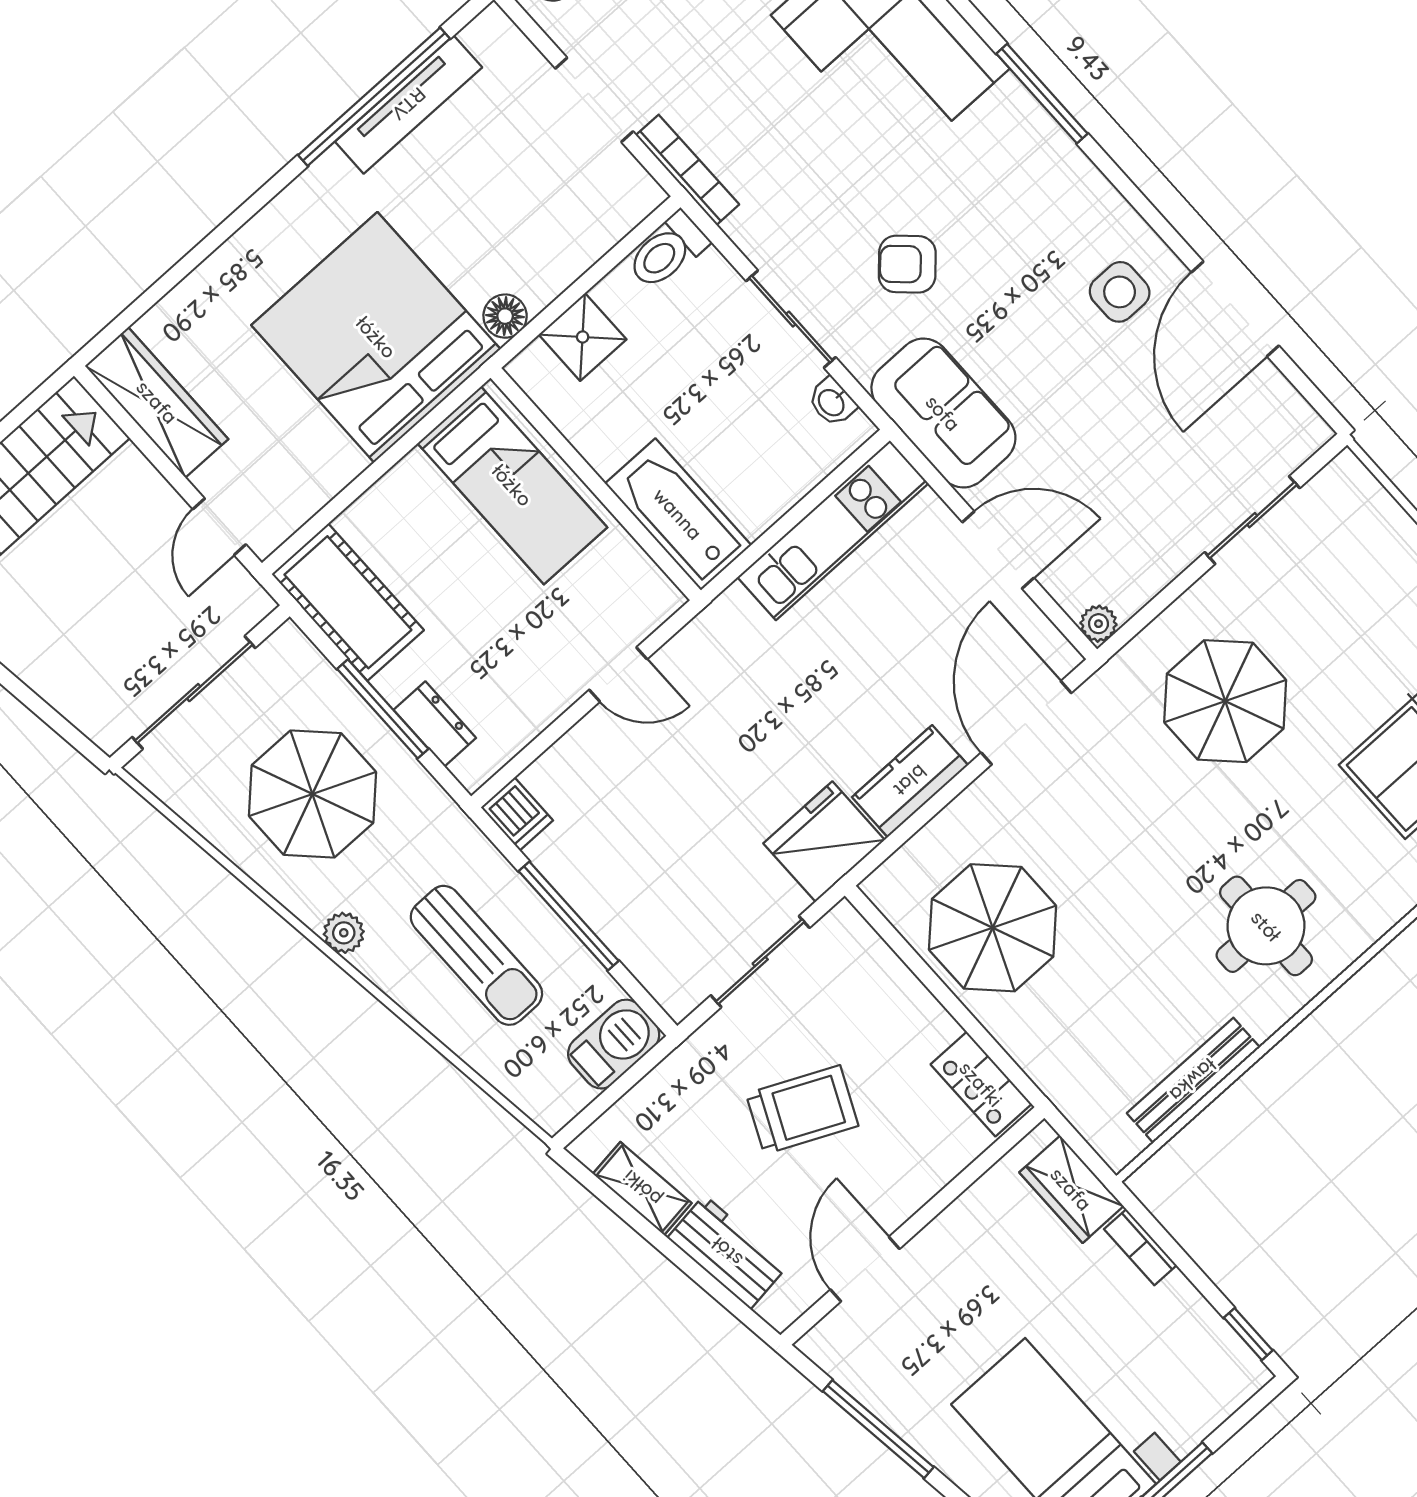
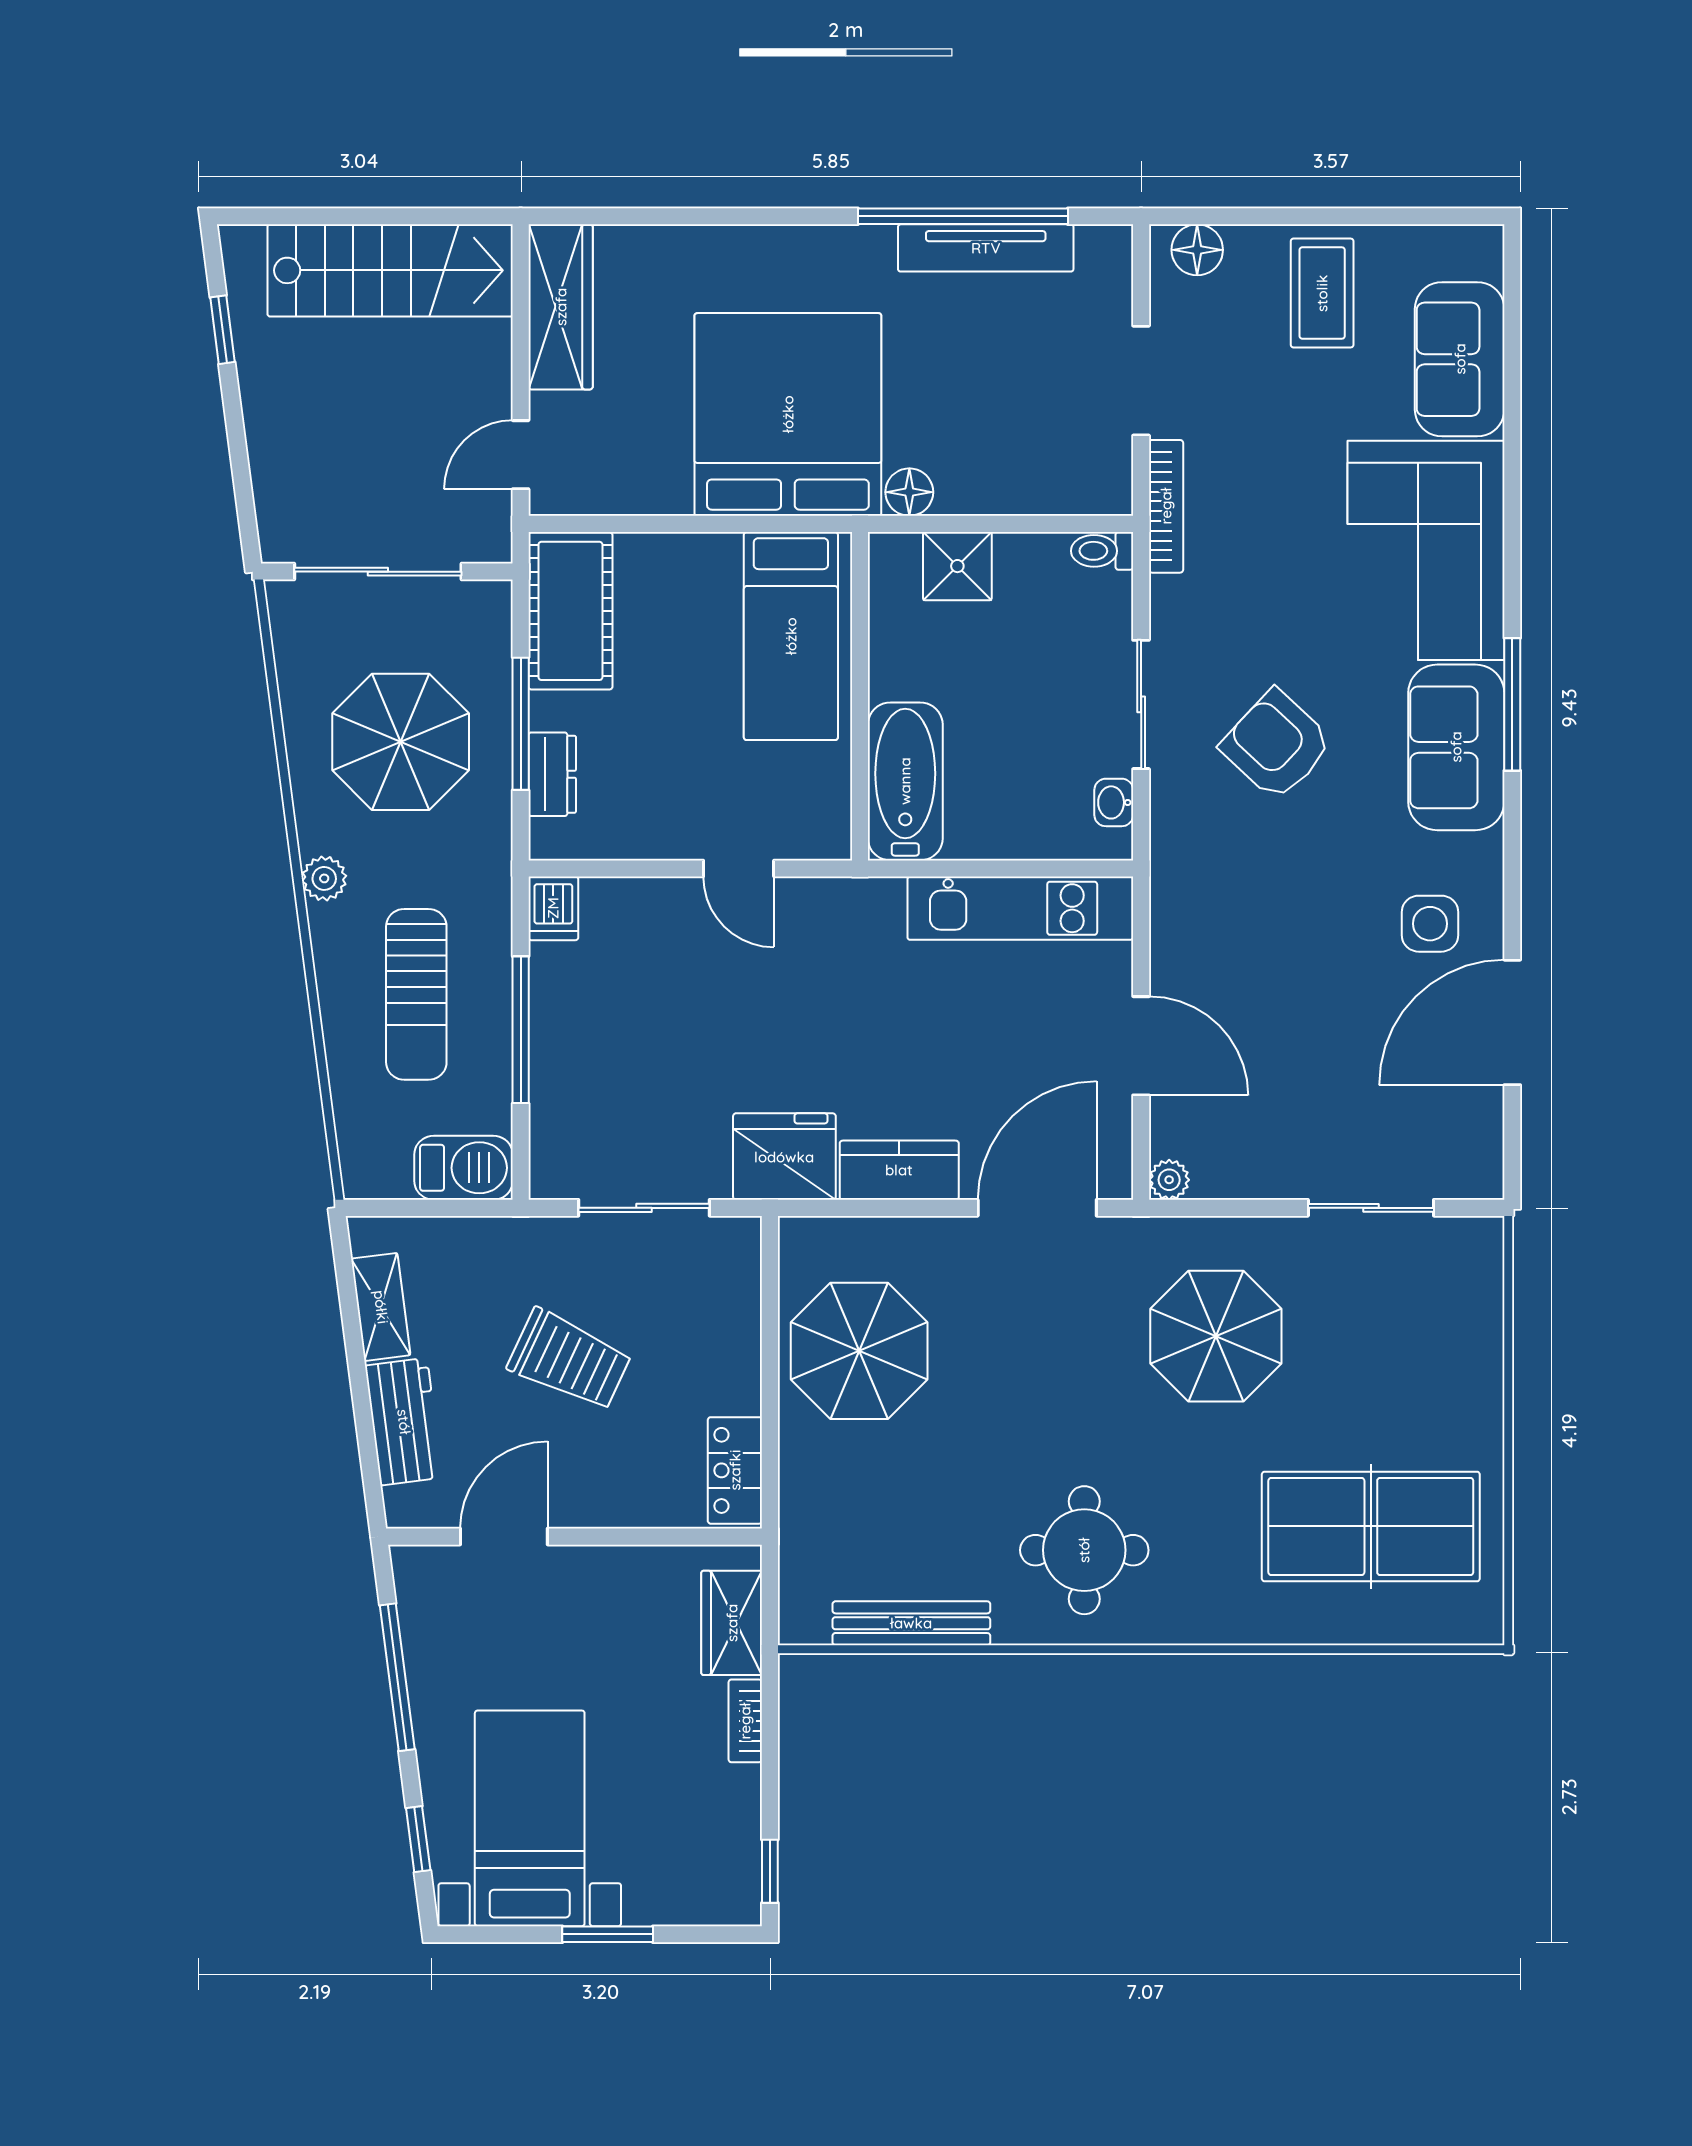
toilet: (667, 251) -> (1102, 551), width x0.73, depth x0.72
armchair: (907, 264) -> (1277, 745), width x1.38, depth x1.38
sofa: (943, 413) -> (1456, 747), moved, turned 180

